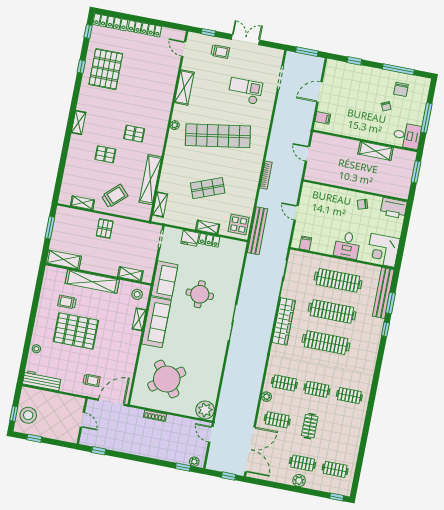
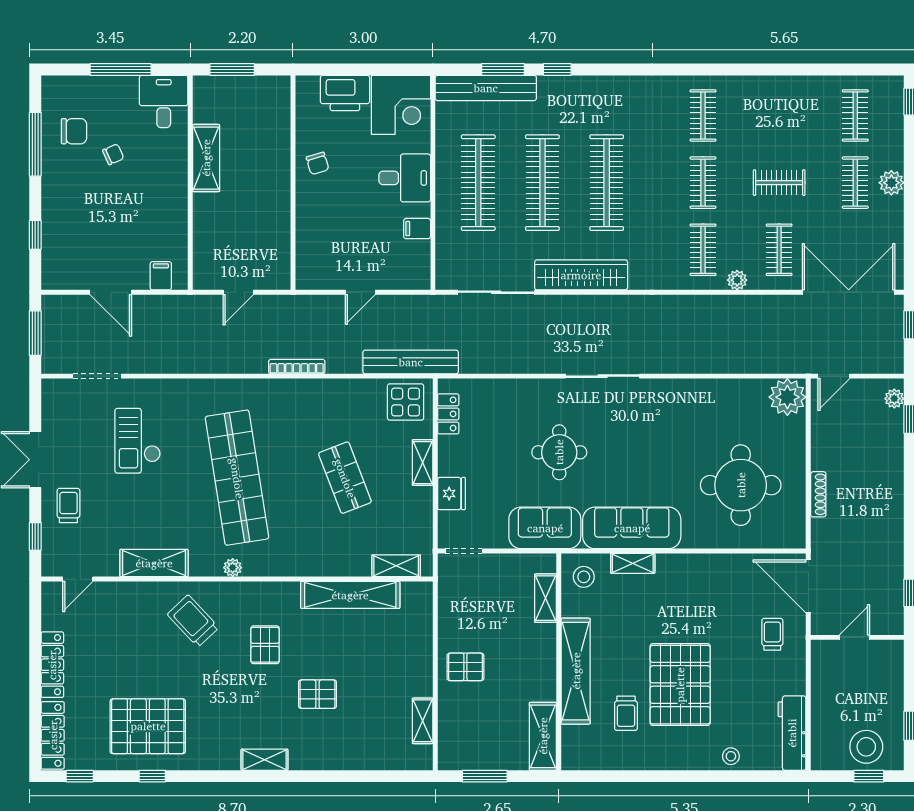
pallet: (105, 154) -> (317, 694), turned 90
trolley: (115, 196) -> (193, 621), moved
printer: (394, 208) -> (345, 93), moved, turned 90
locker: (209, 240) -> (448, 414), moved
filing cabinet: (305, 243) -> (417, 229), moved
round table: (167, 379) -> (741, 485), turned 37

